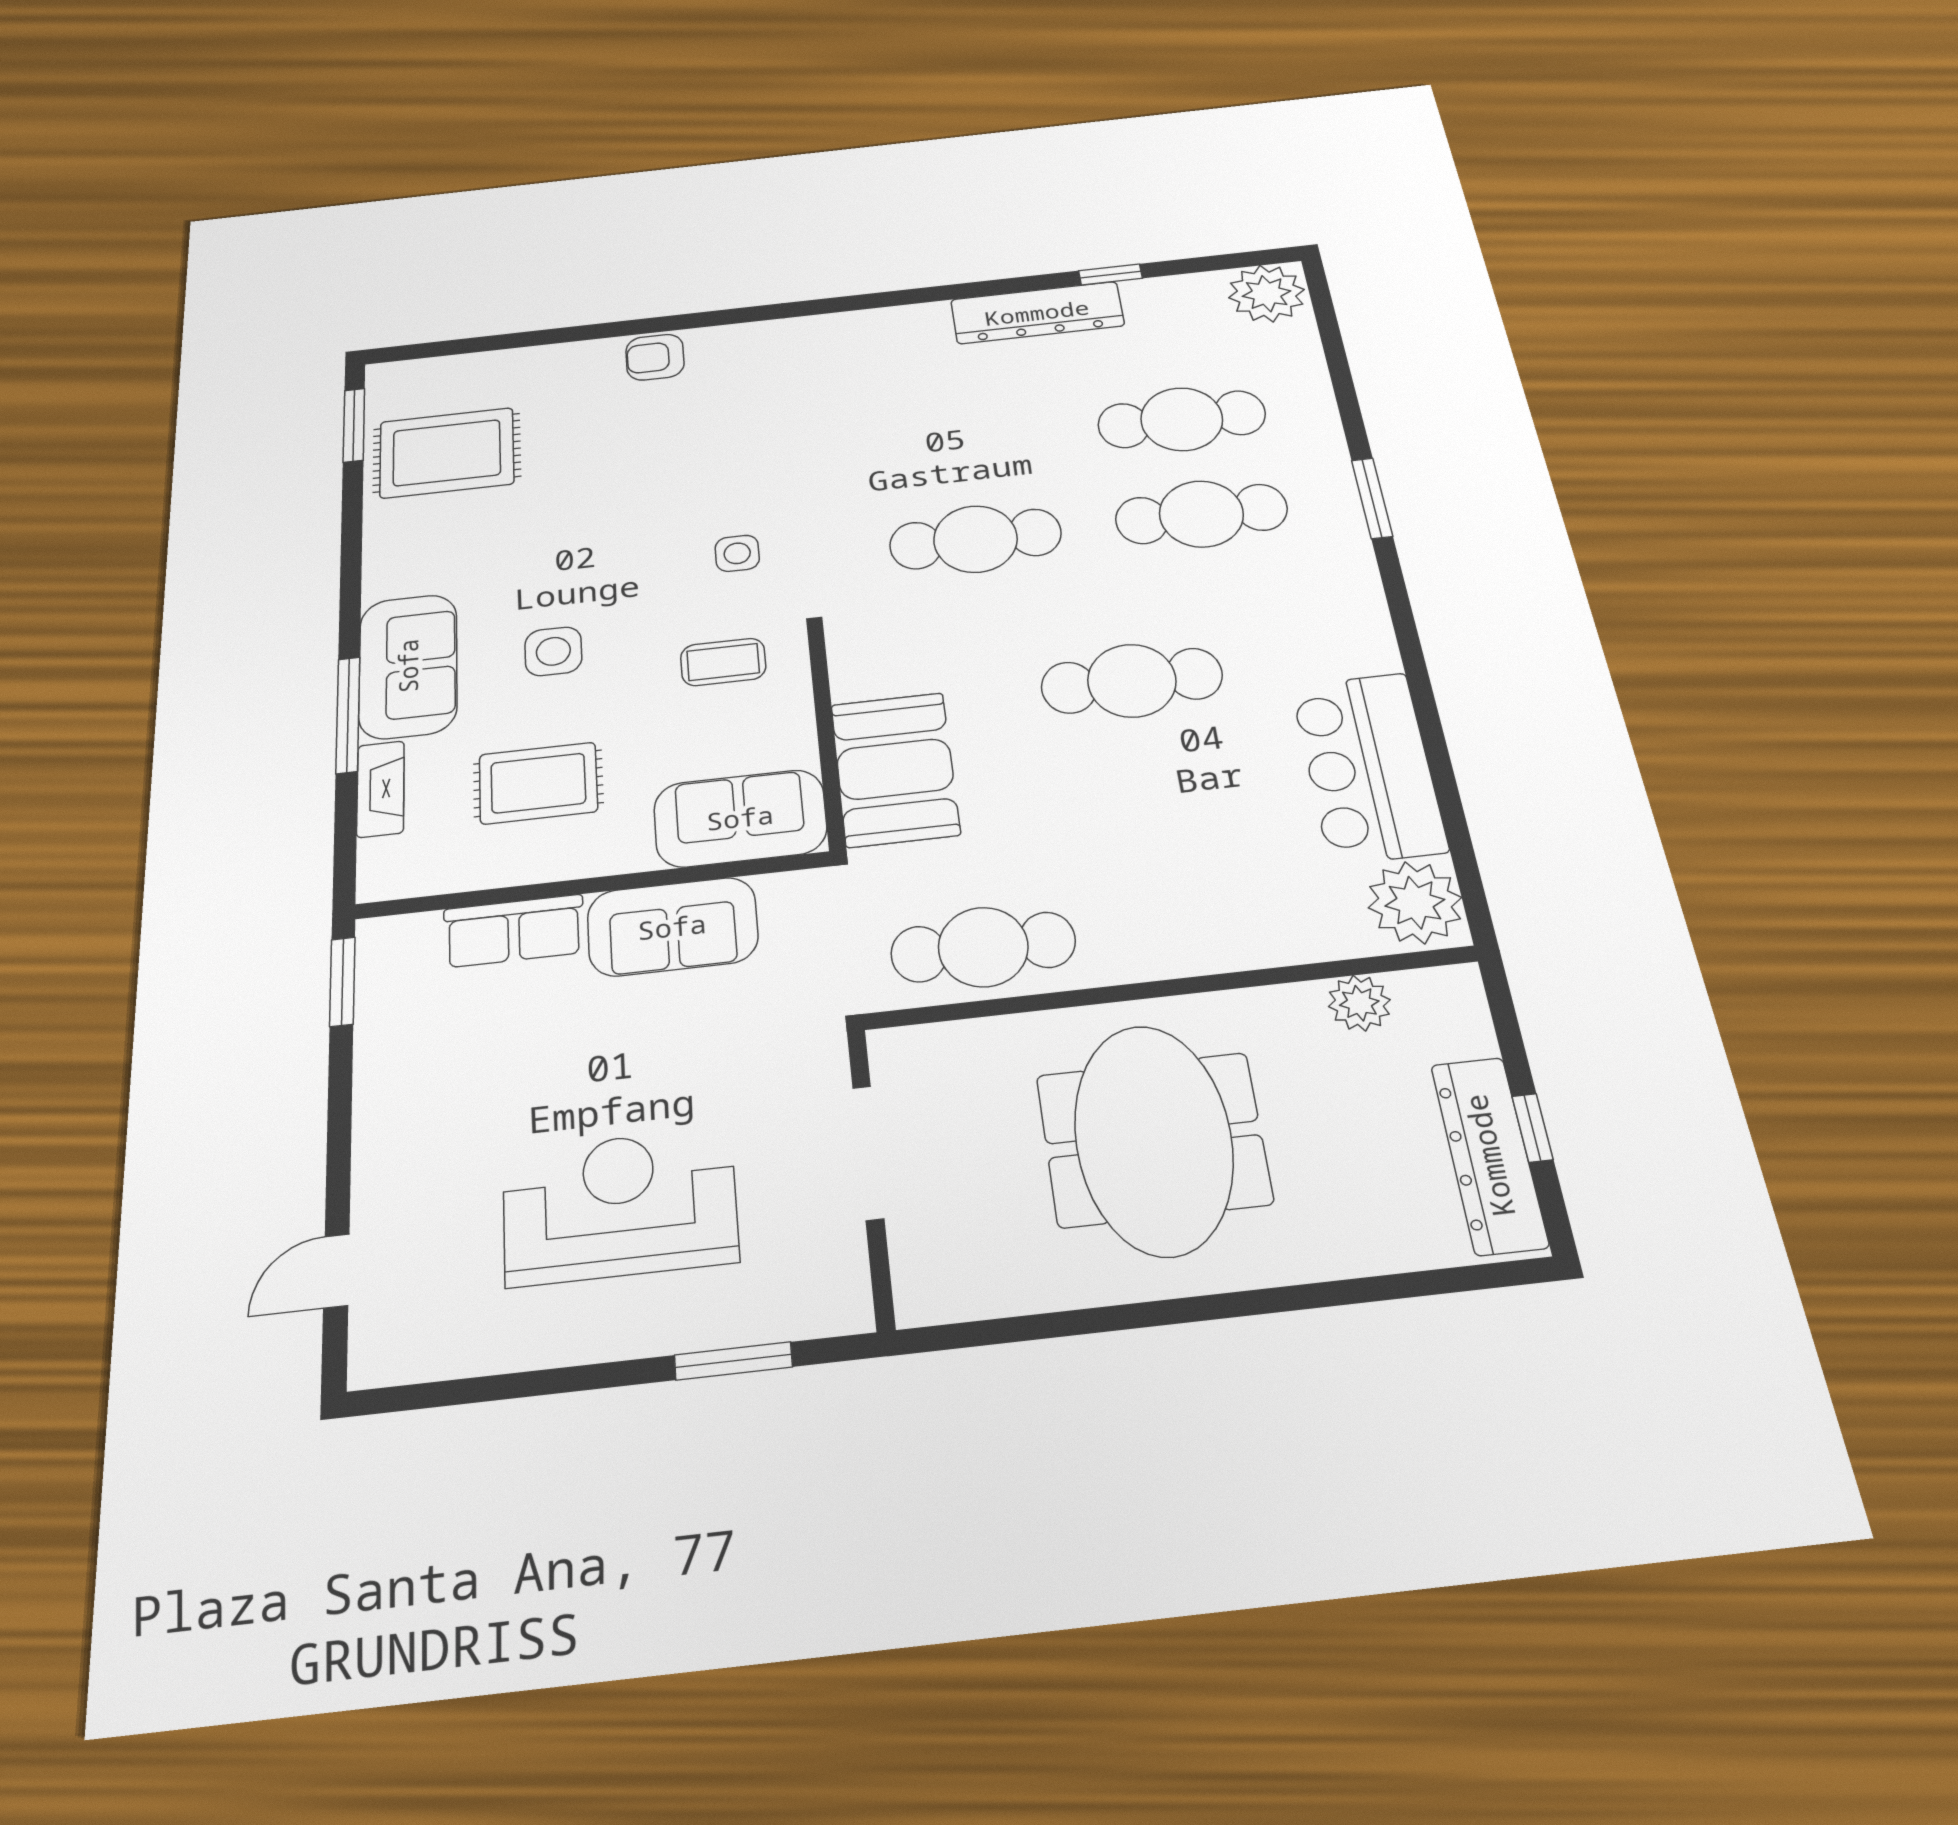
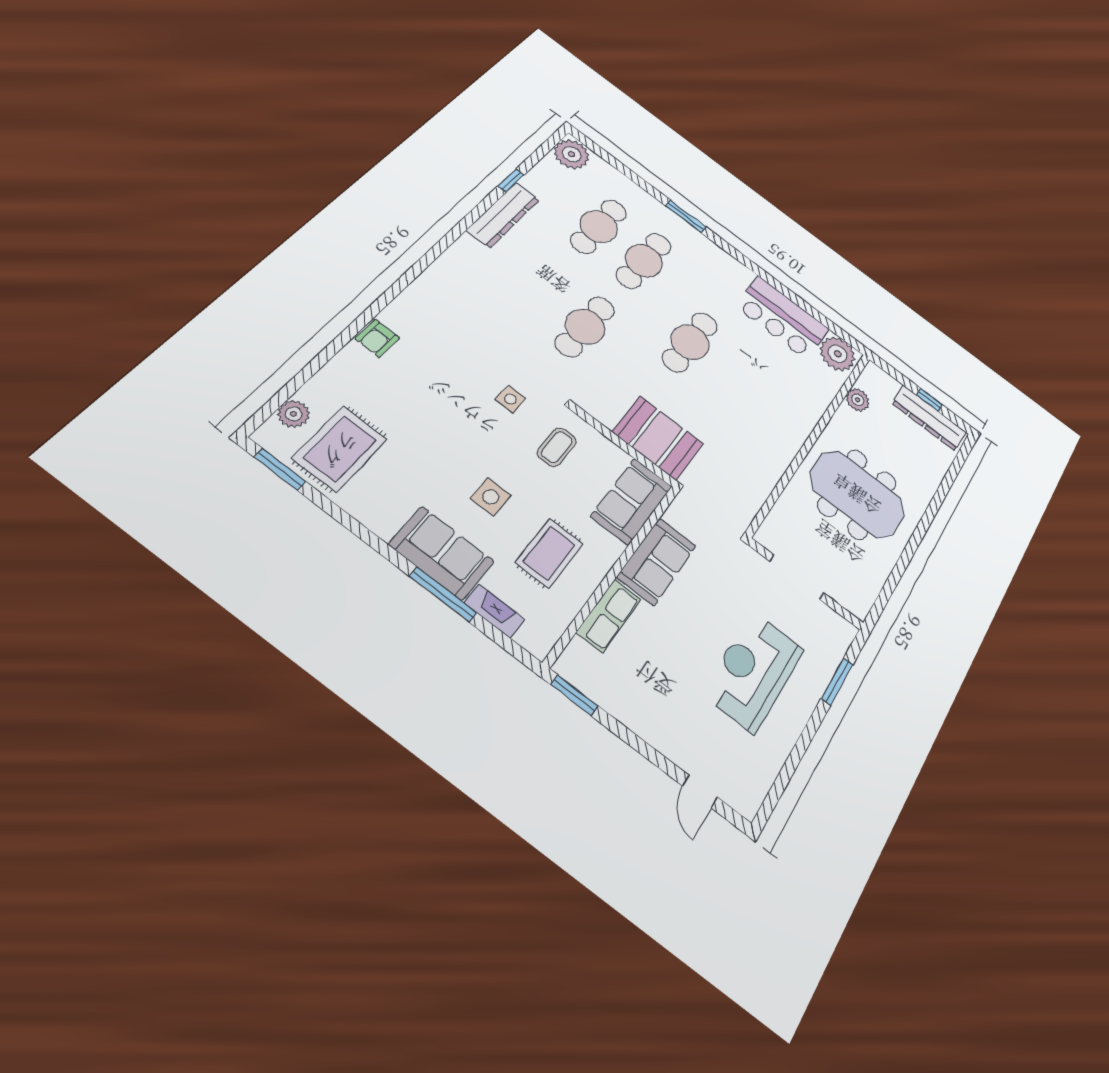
plant: (446, 375) -> (294, 414), added
cafe table: (983, 947) -> (751, 476), removed

